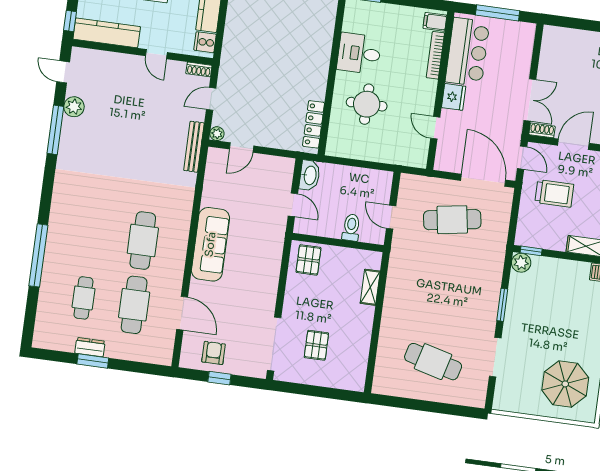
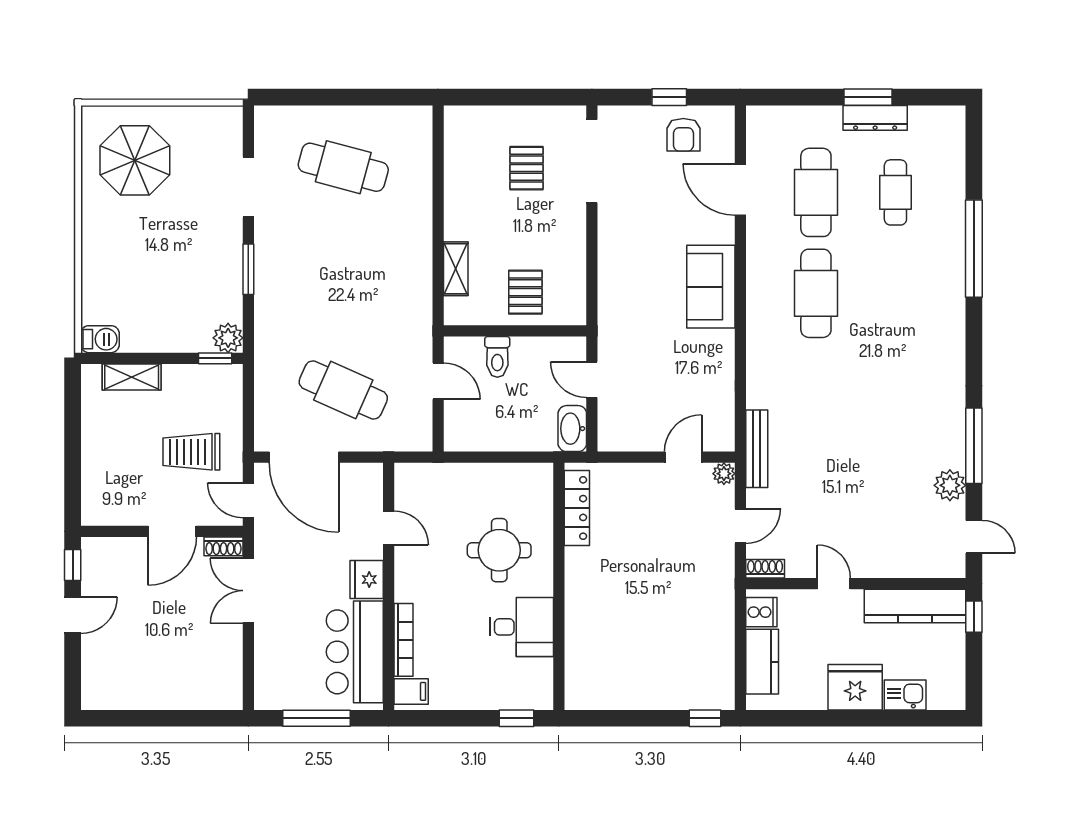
cafe table: (452, 220) -> (343, 390), turned 33
sofa: (210, 244) -> (711, 287), width x0.73
pallet: (309, 260) -> (525, 292), moved
dresser: (90, 347) -> (875, 118), width x1.44

